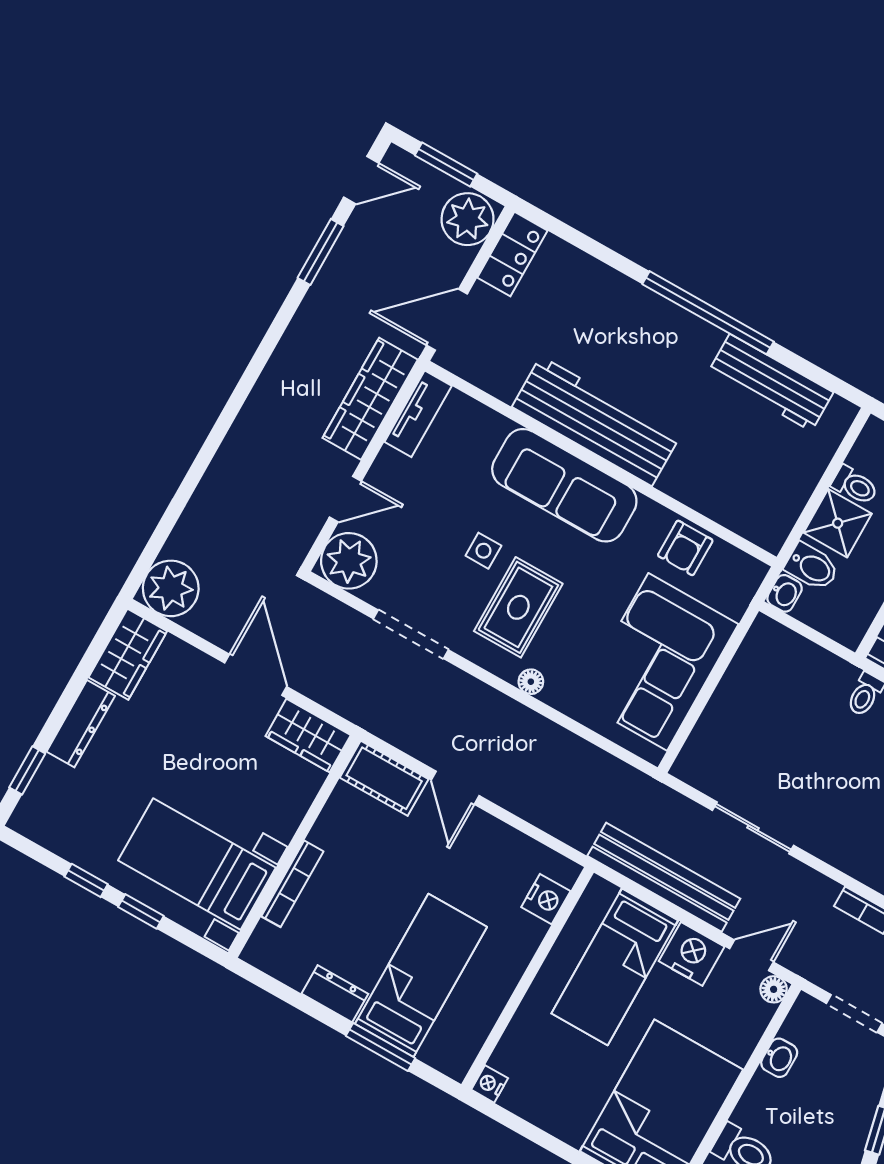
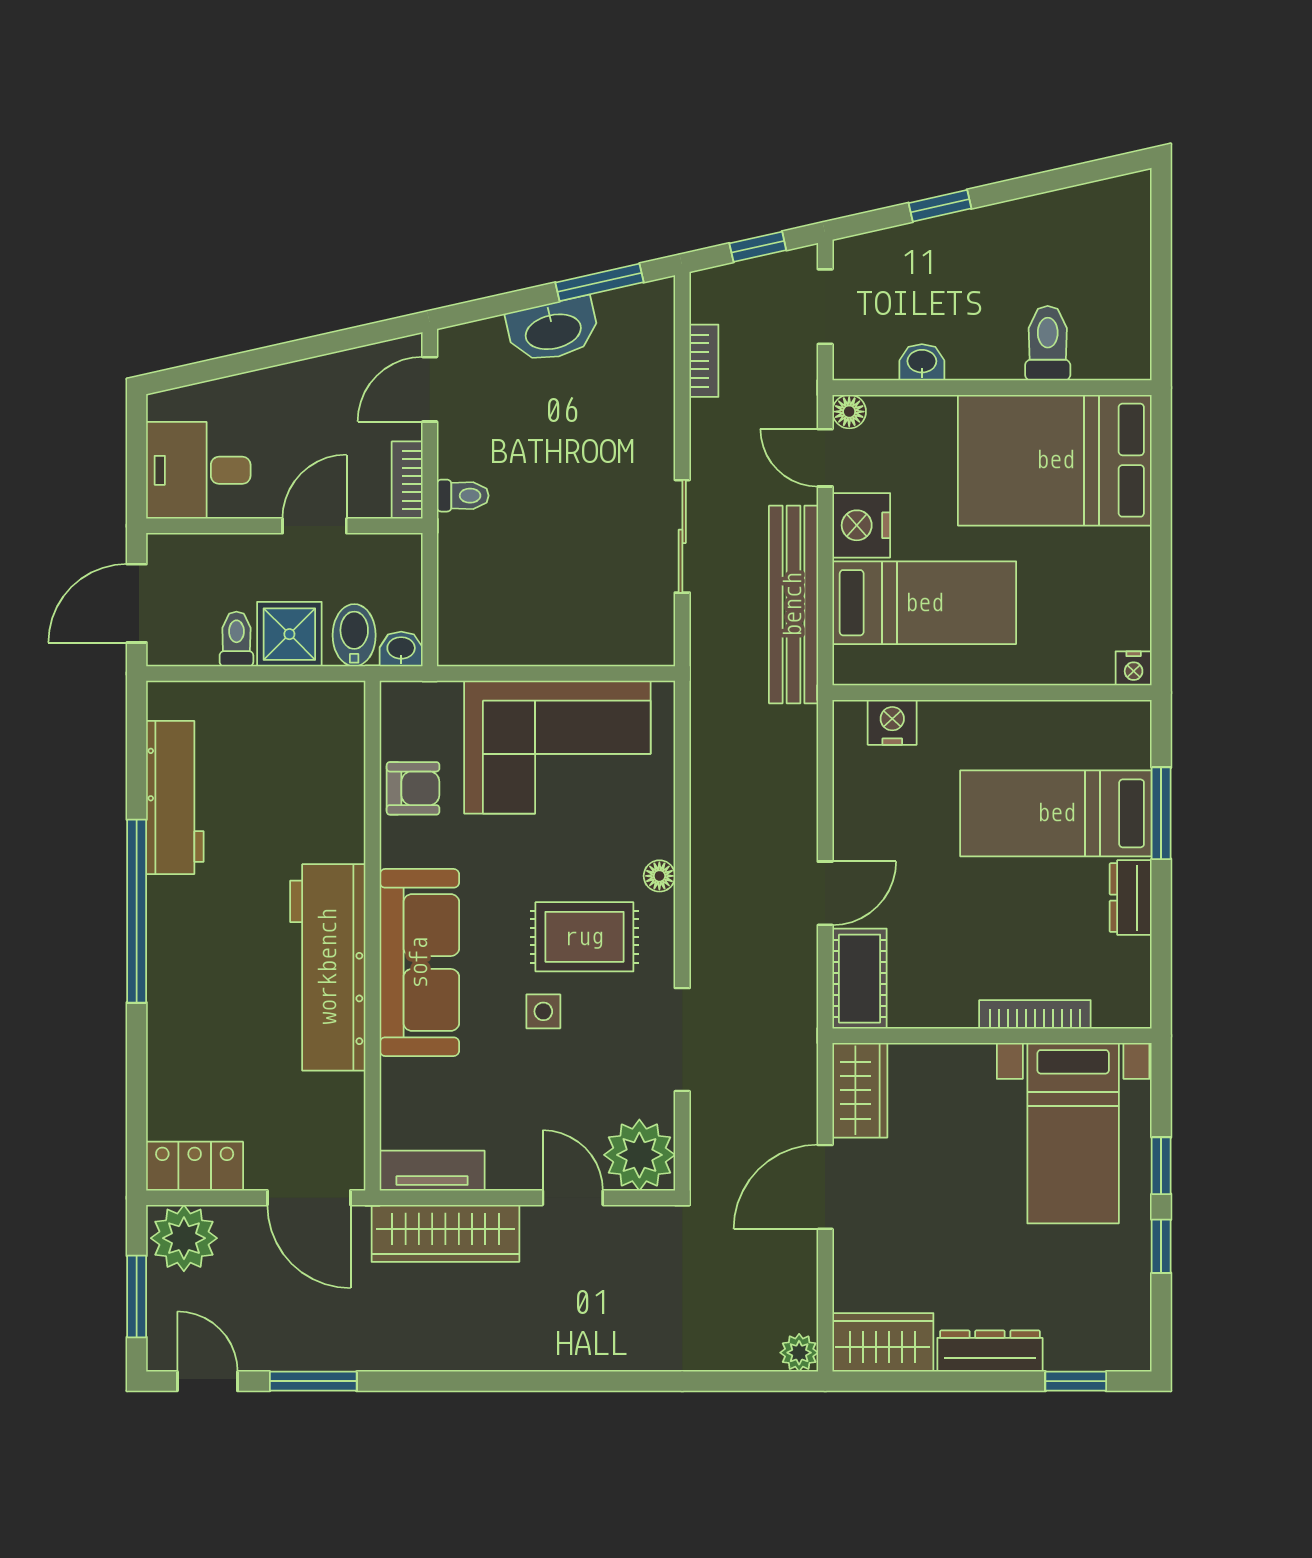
plant: (171, 588) -> (799, 1353), width x0.53, depth x0.53

